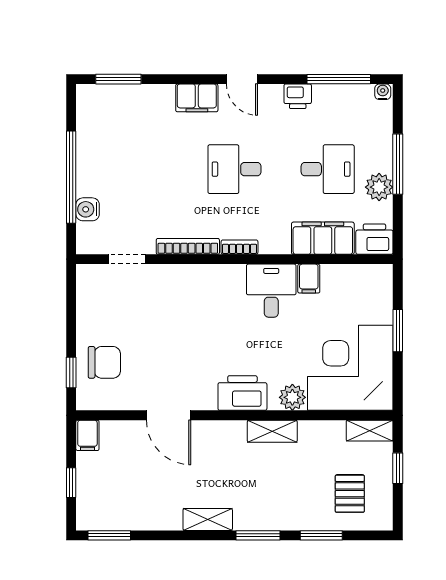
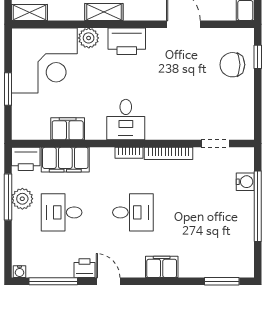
door: (242, 79) -> (108, 281), moved
window: (398, 164) -> (8, 197), moved
filing cabinet: (309, 279) -> (68, 129), width x2.00
desk: (271, 291) -> (126, 120), moved

